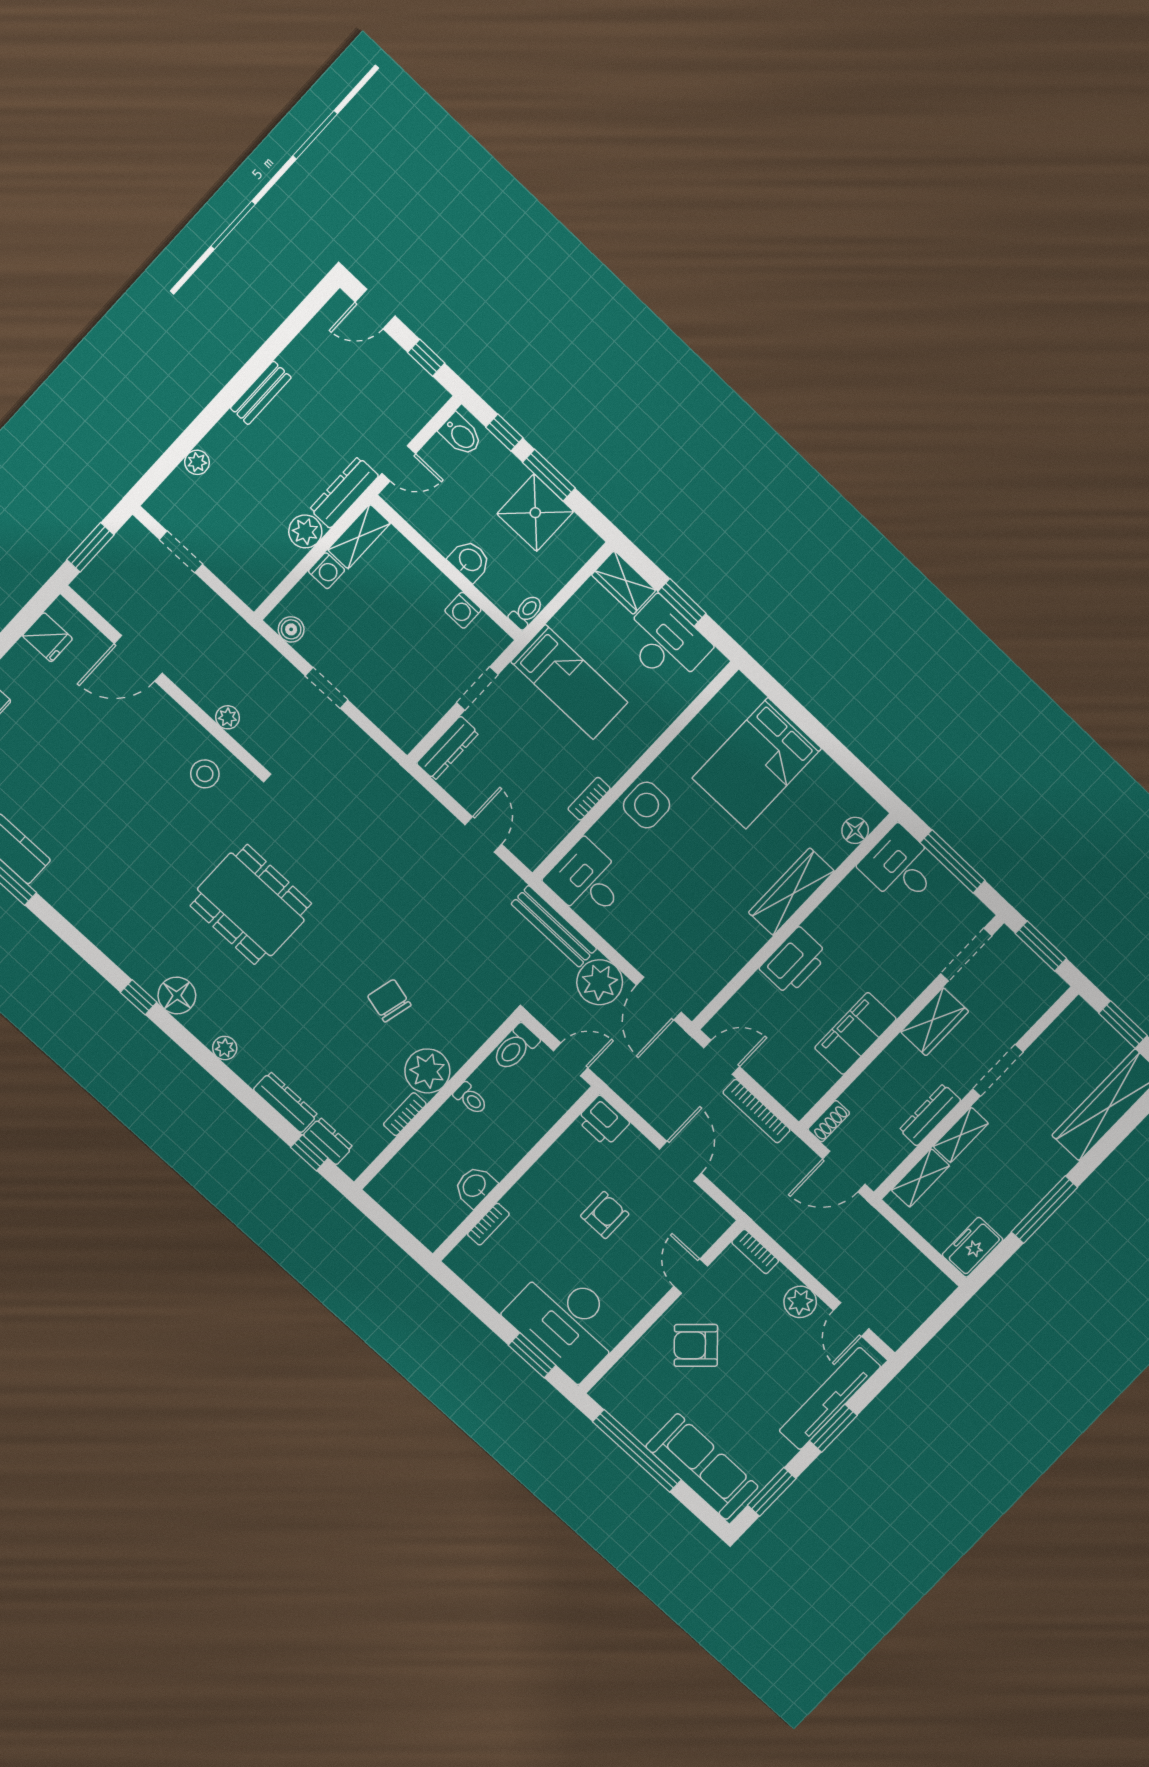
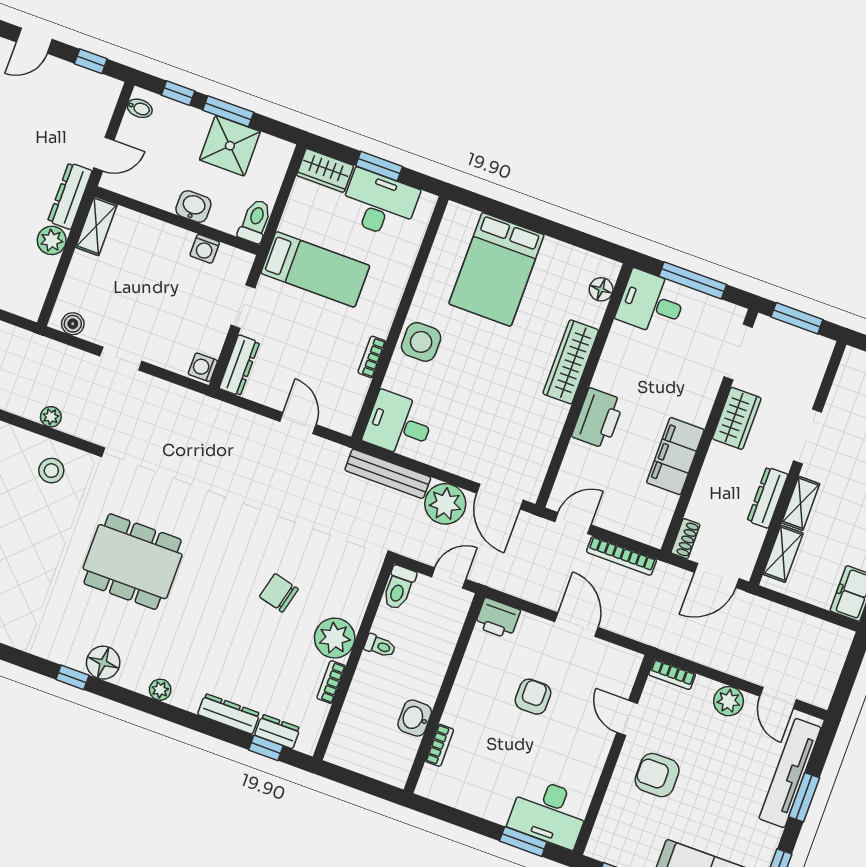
bidet: (461, 435) -> (140, 108), width x0.72, depth x0.74
washing machine: (327, 571) -> (203, 367), moved, turned 180
toilet: (526, 612) -> (255, 221), width x1.37, depth x1.39
desk: (566, 1321) -> (549, 813), width x0.73, depth x0.77
armchair: (696, 1345) -> (657, 775), turned 43

